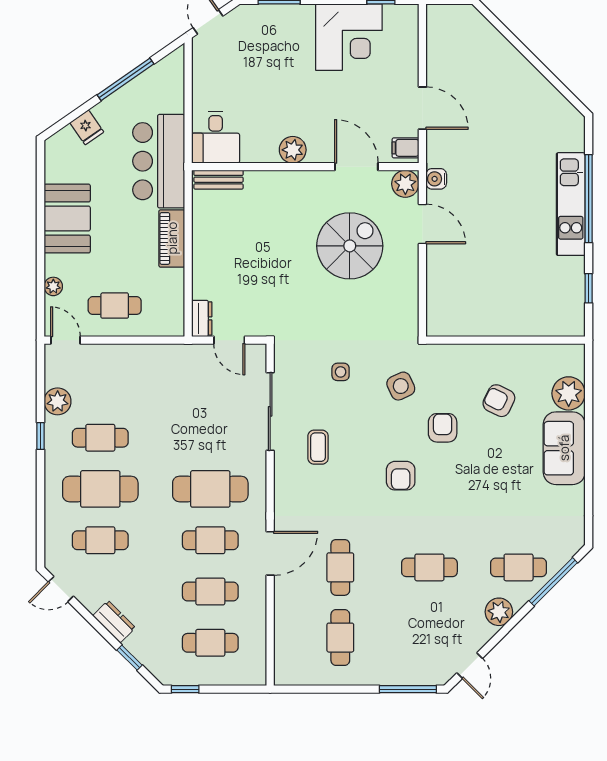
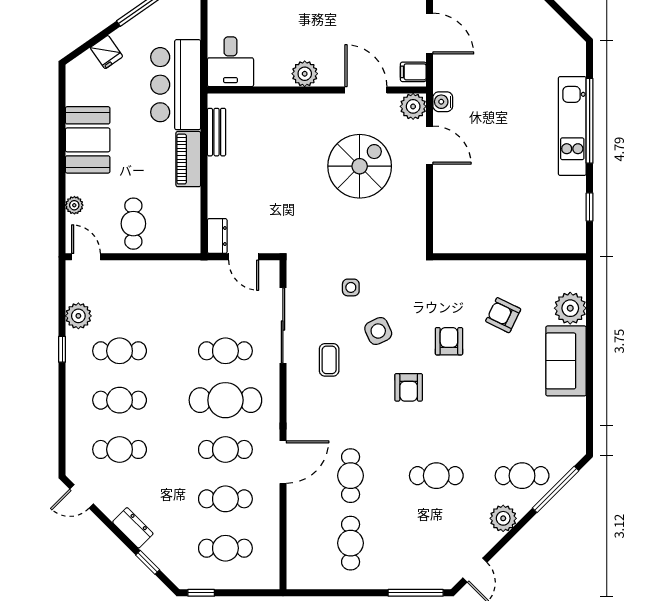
bench: (219, 180) -> (217, 132), moved, turned 90
cafe table: (115, 306) -> (133, 224), turned 90
side table: (401, 386) -> (378, 331), moved
cafe table: (210, 438) -> (225, 351), added
cafe table: (100, 489) -> (120, 400), width x0.73, depth x0.74

